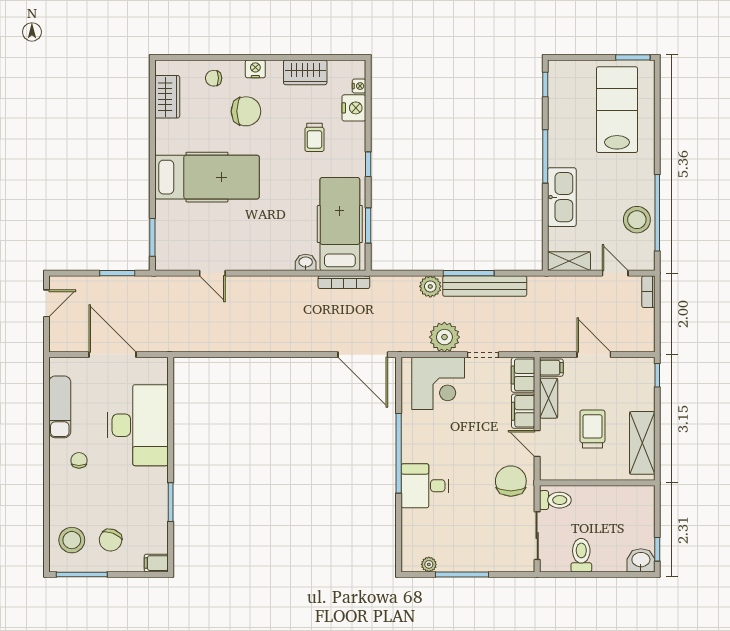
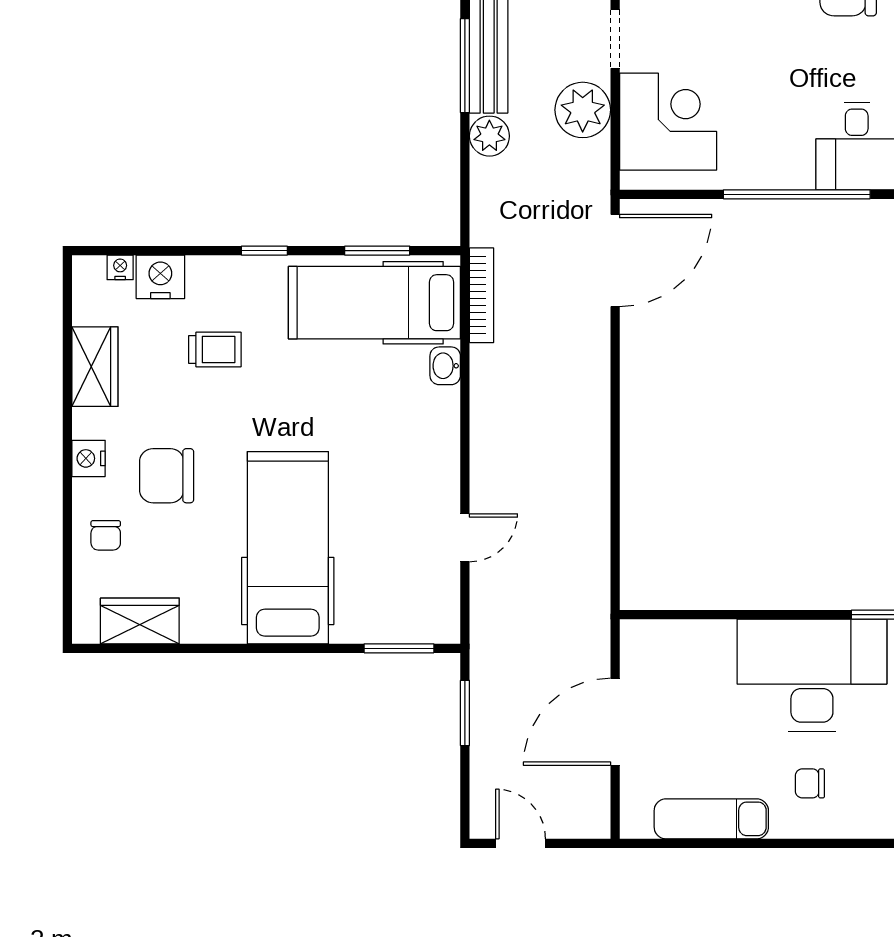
chair: (246, 111) -> (167, 476), turned -90
desk: (138, 425) -> (812, 675), moved

